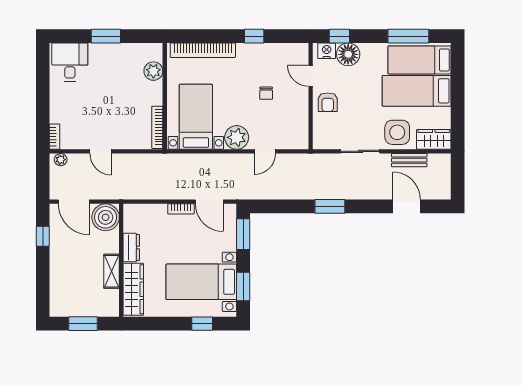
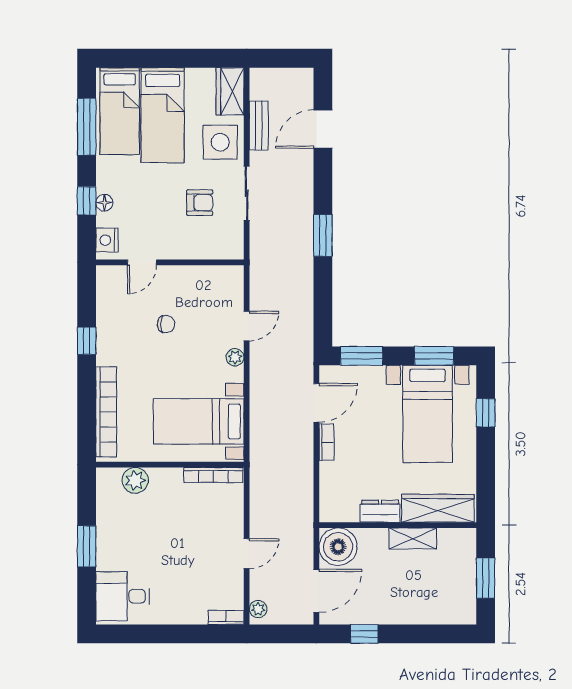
window: (339, 36) -> (87, 201), moved
floor lamp: (348, 54) -> (104, 203), width x0.53, depth x0.53
armchair: (328, 102) -> (200, 203), moved
plant: (237, 137) -> (235, 357), width x0.53, depth x0.53
door: (265, 151) -> (247, 326), hinge flipped

